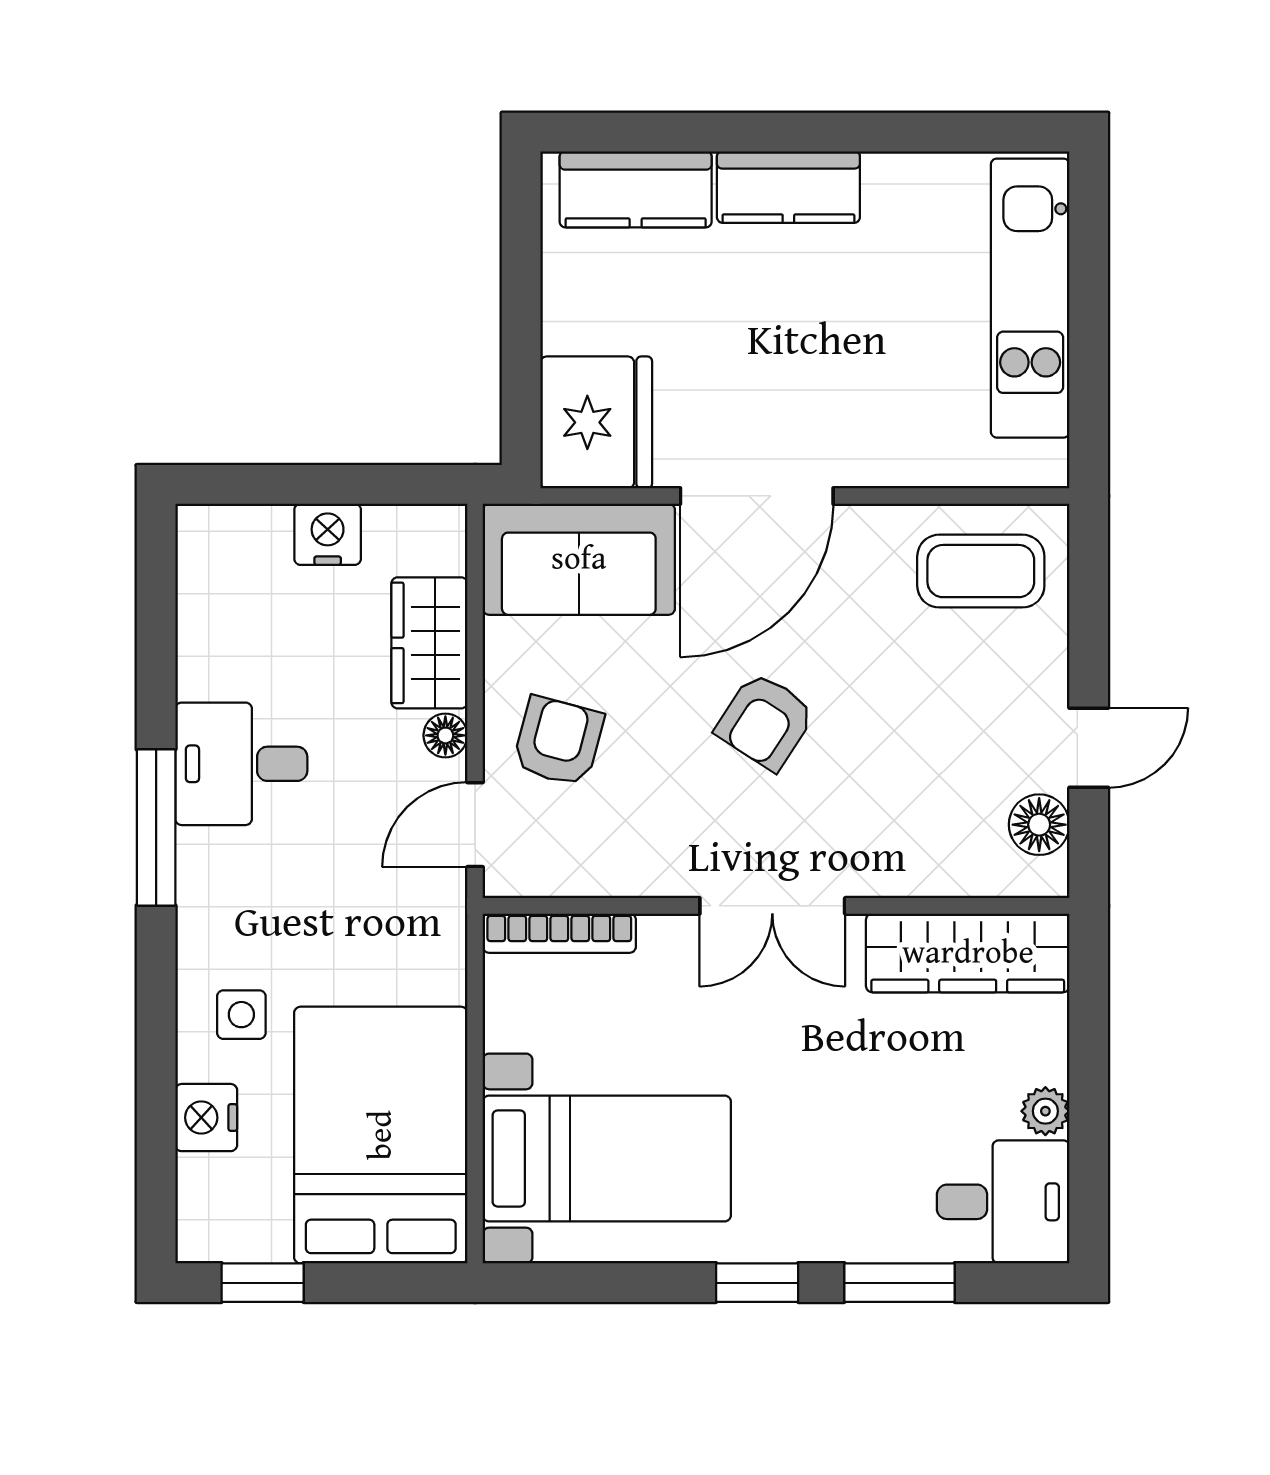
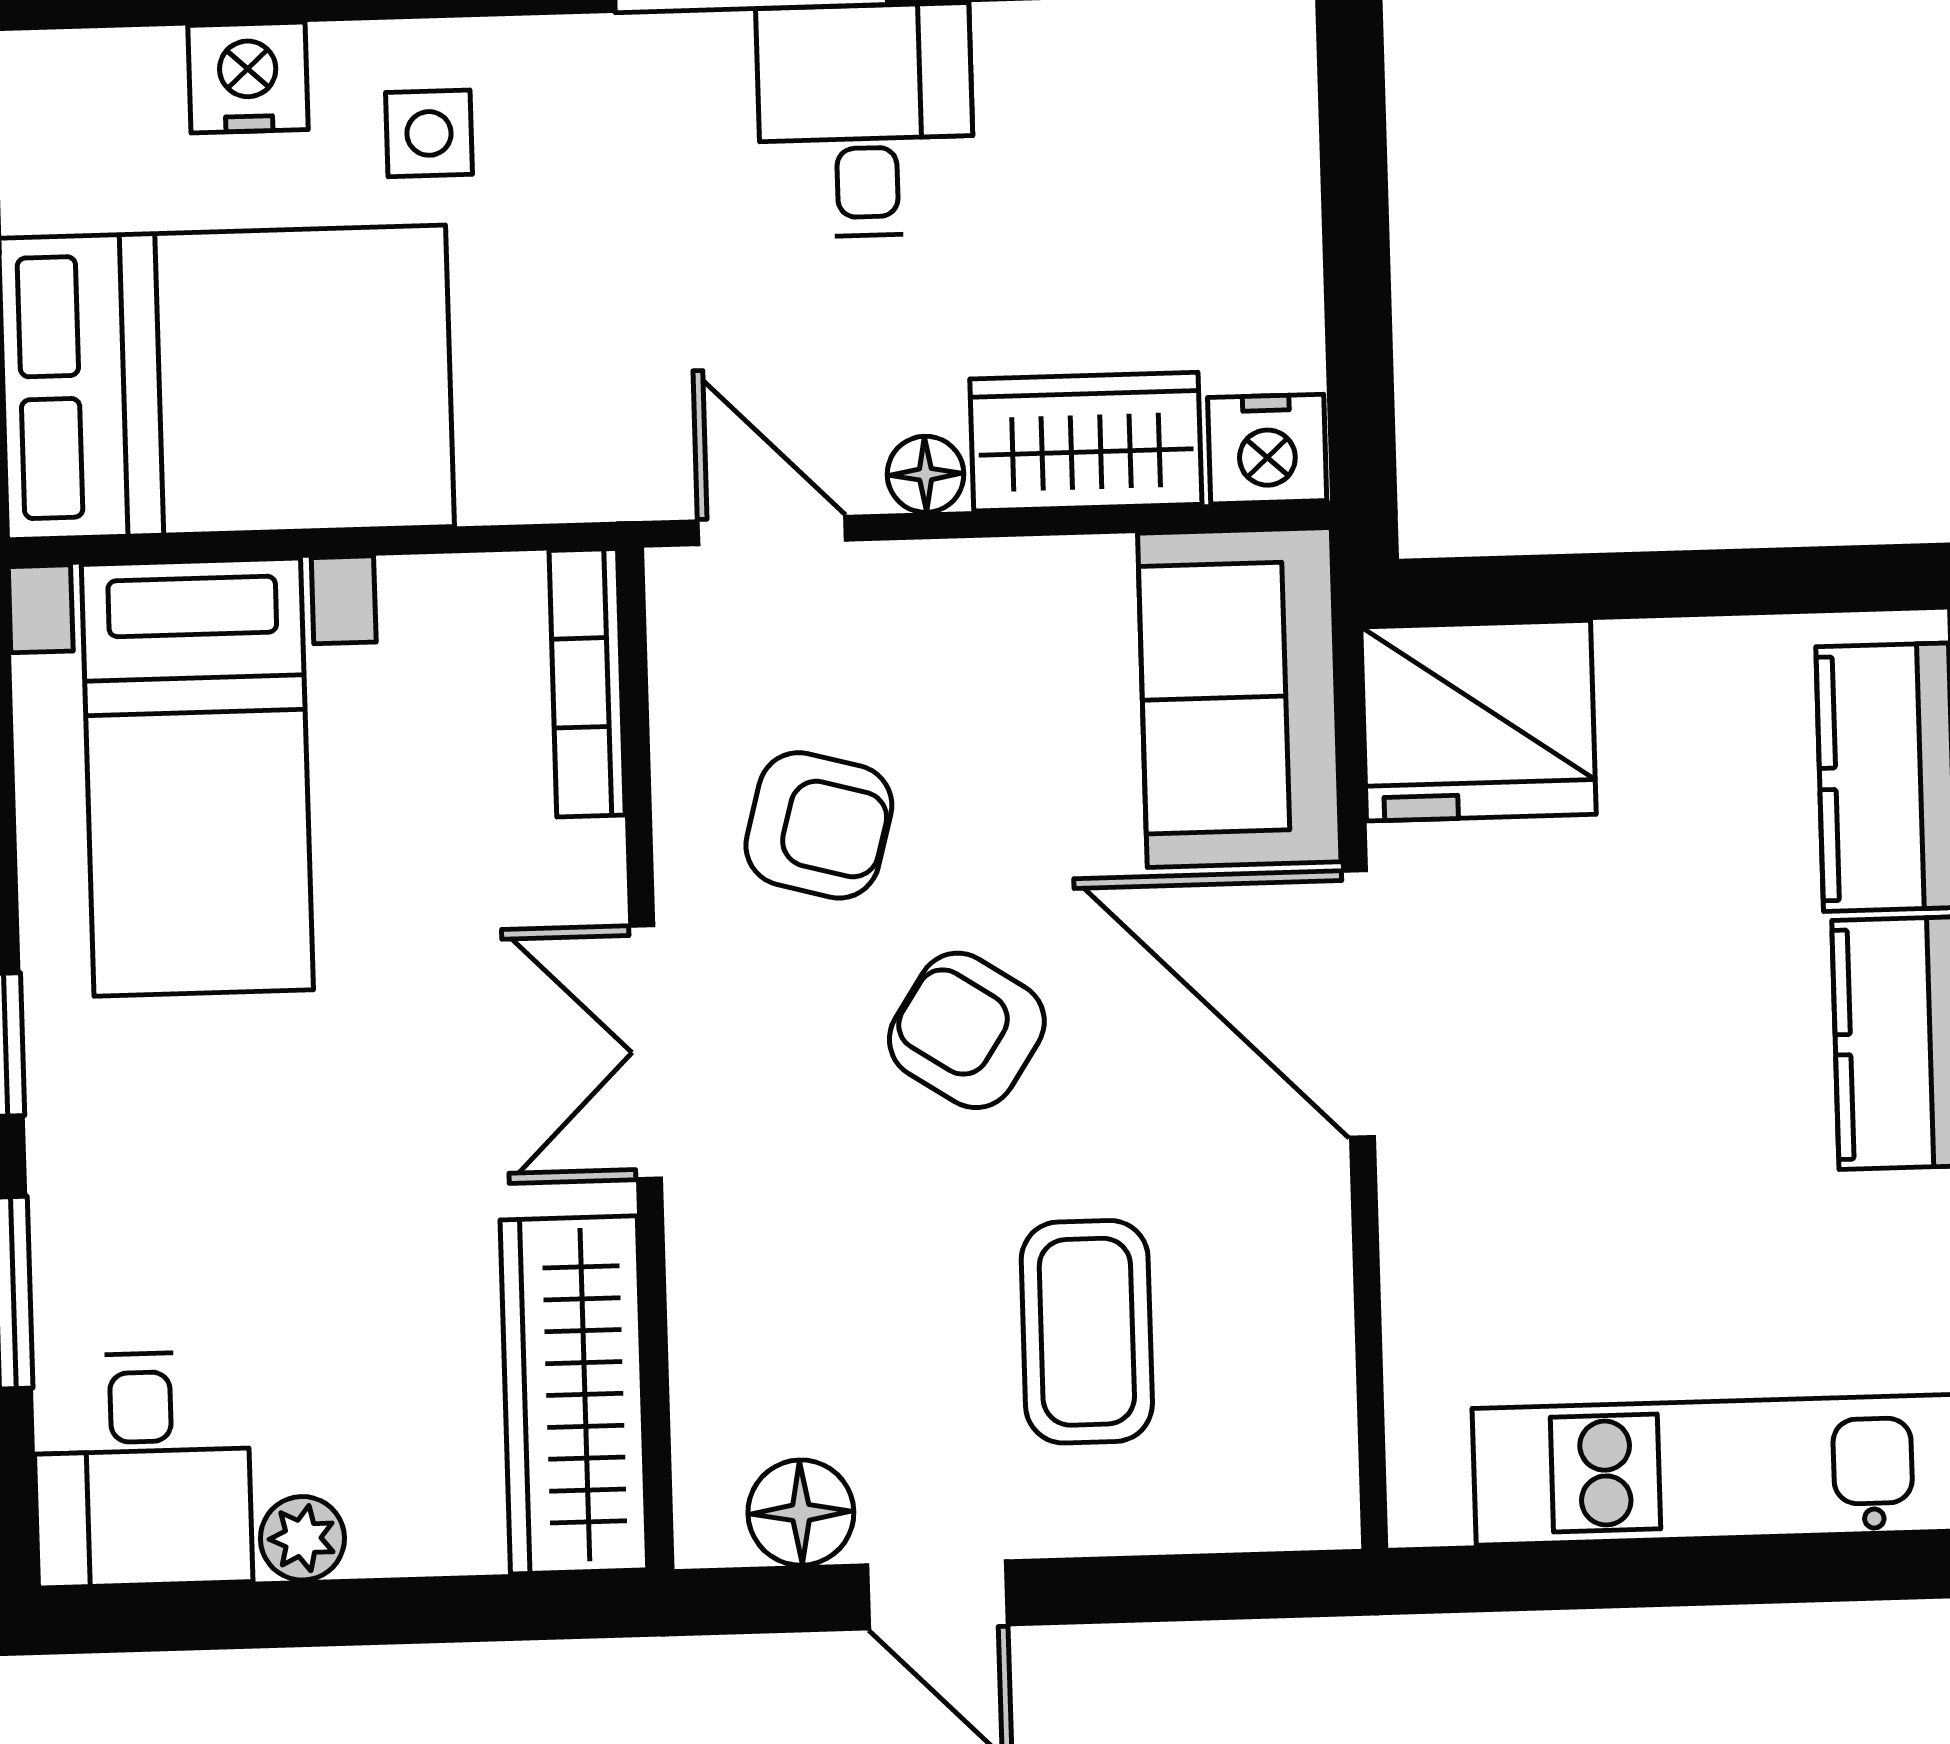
nightstand: (328, 534) -> (1267, 449), moved, turned 90
coffee table: (981, 571) -> (1087, 1332), moved
armchair: (558, 741) -> (819, 825), moved

